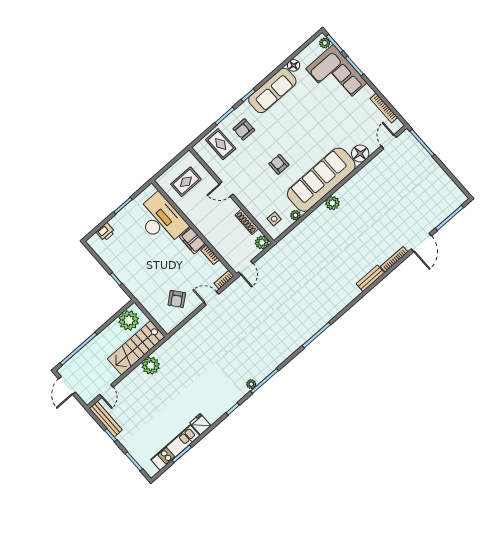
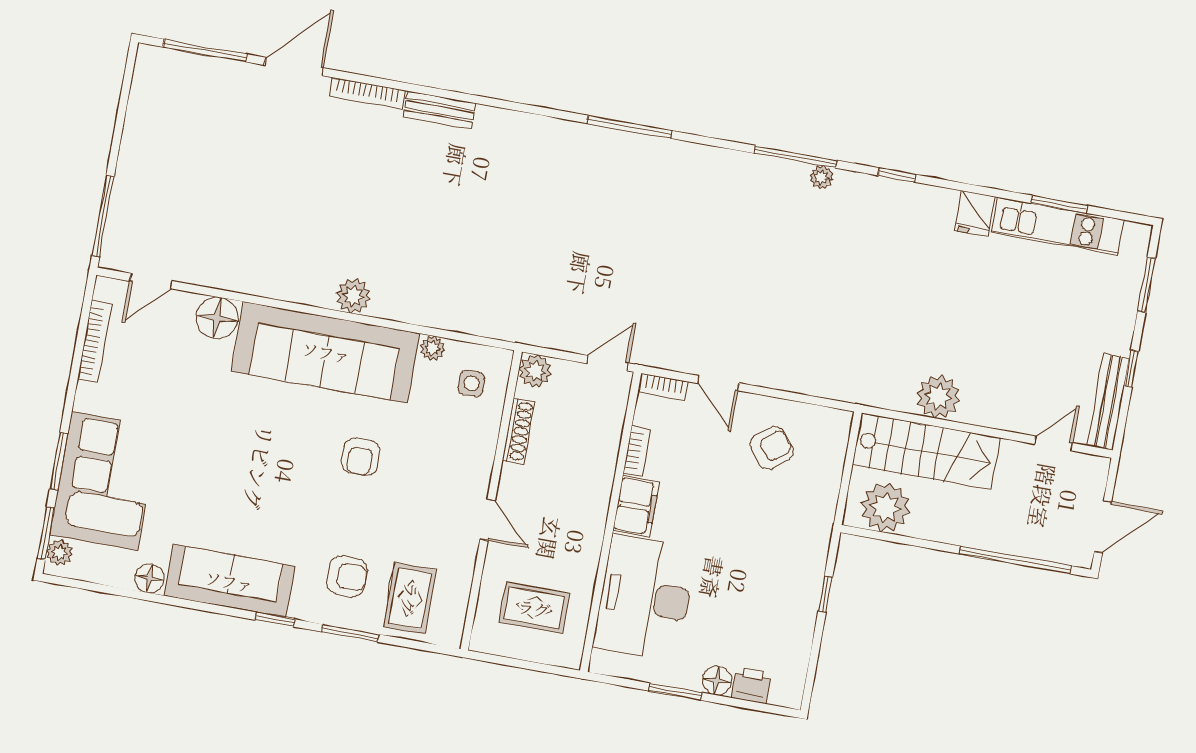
floor lamp: (116, 222) -> (717, 681), added

